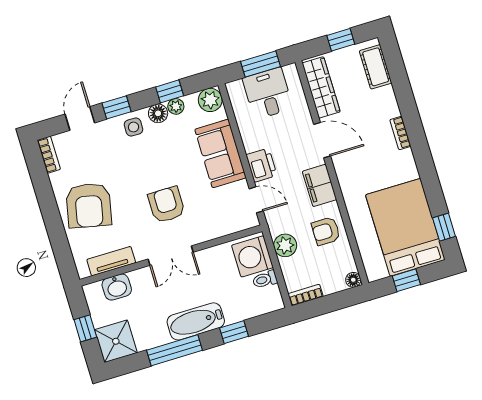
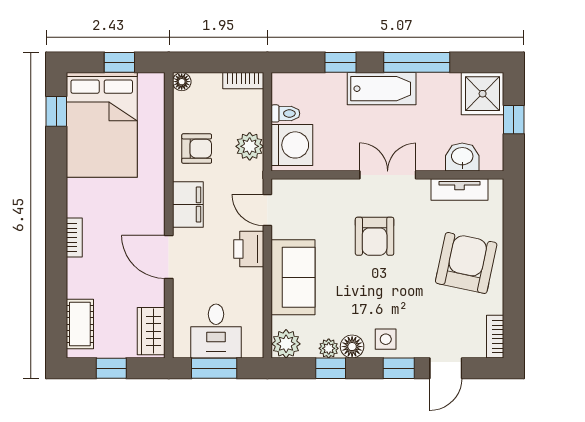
wardrobe: (321, 87) -> (151, 331), width x0.67

